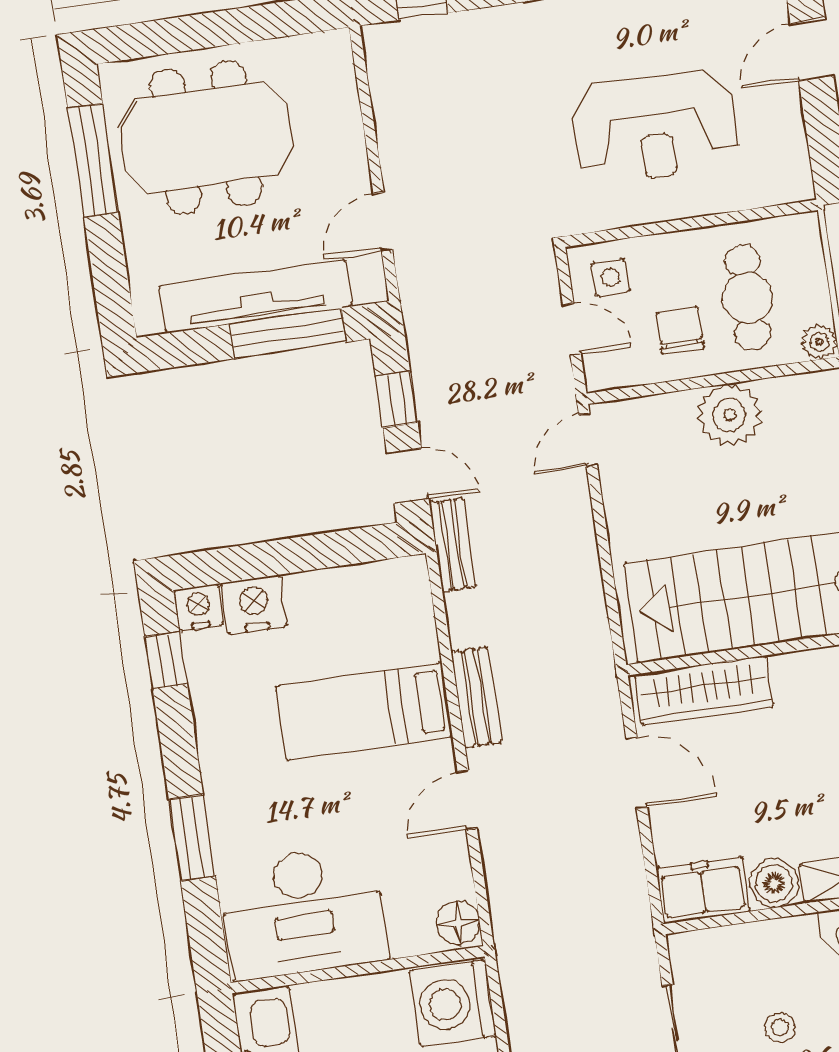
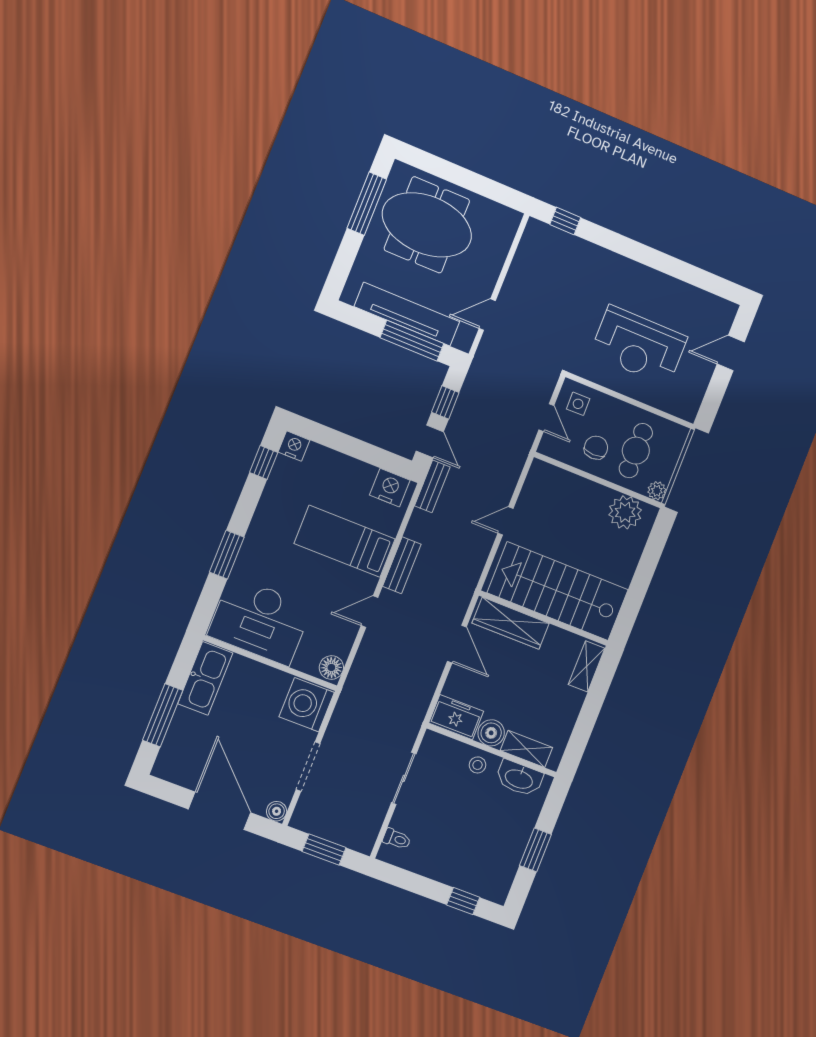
plant: (729, 415) -> (625, 512), moved
door: (588, 440) -> (506, 521), moved
nightstand: (254, 605) -> (390, 488), moved
stool: (780, 1027) -> (477, 765), moved

